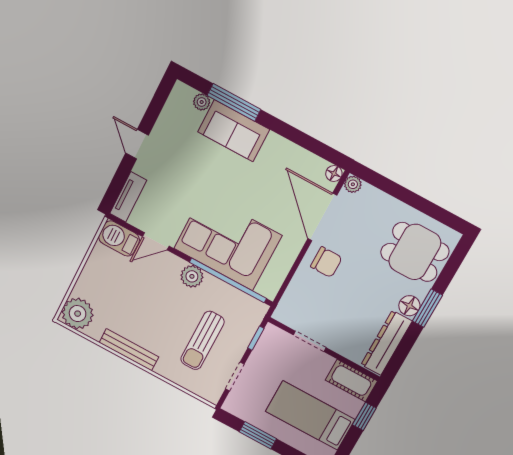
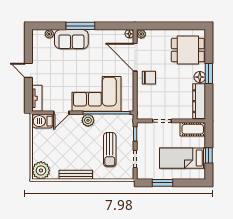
window: (234, 102) -> (80, 26), moved
window: (364, 416) -> (209, 155), moved

